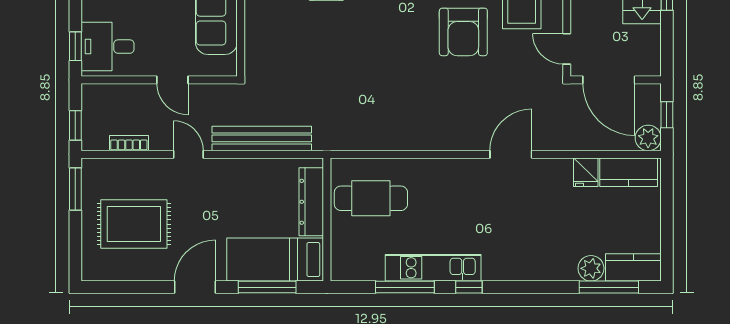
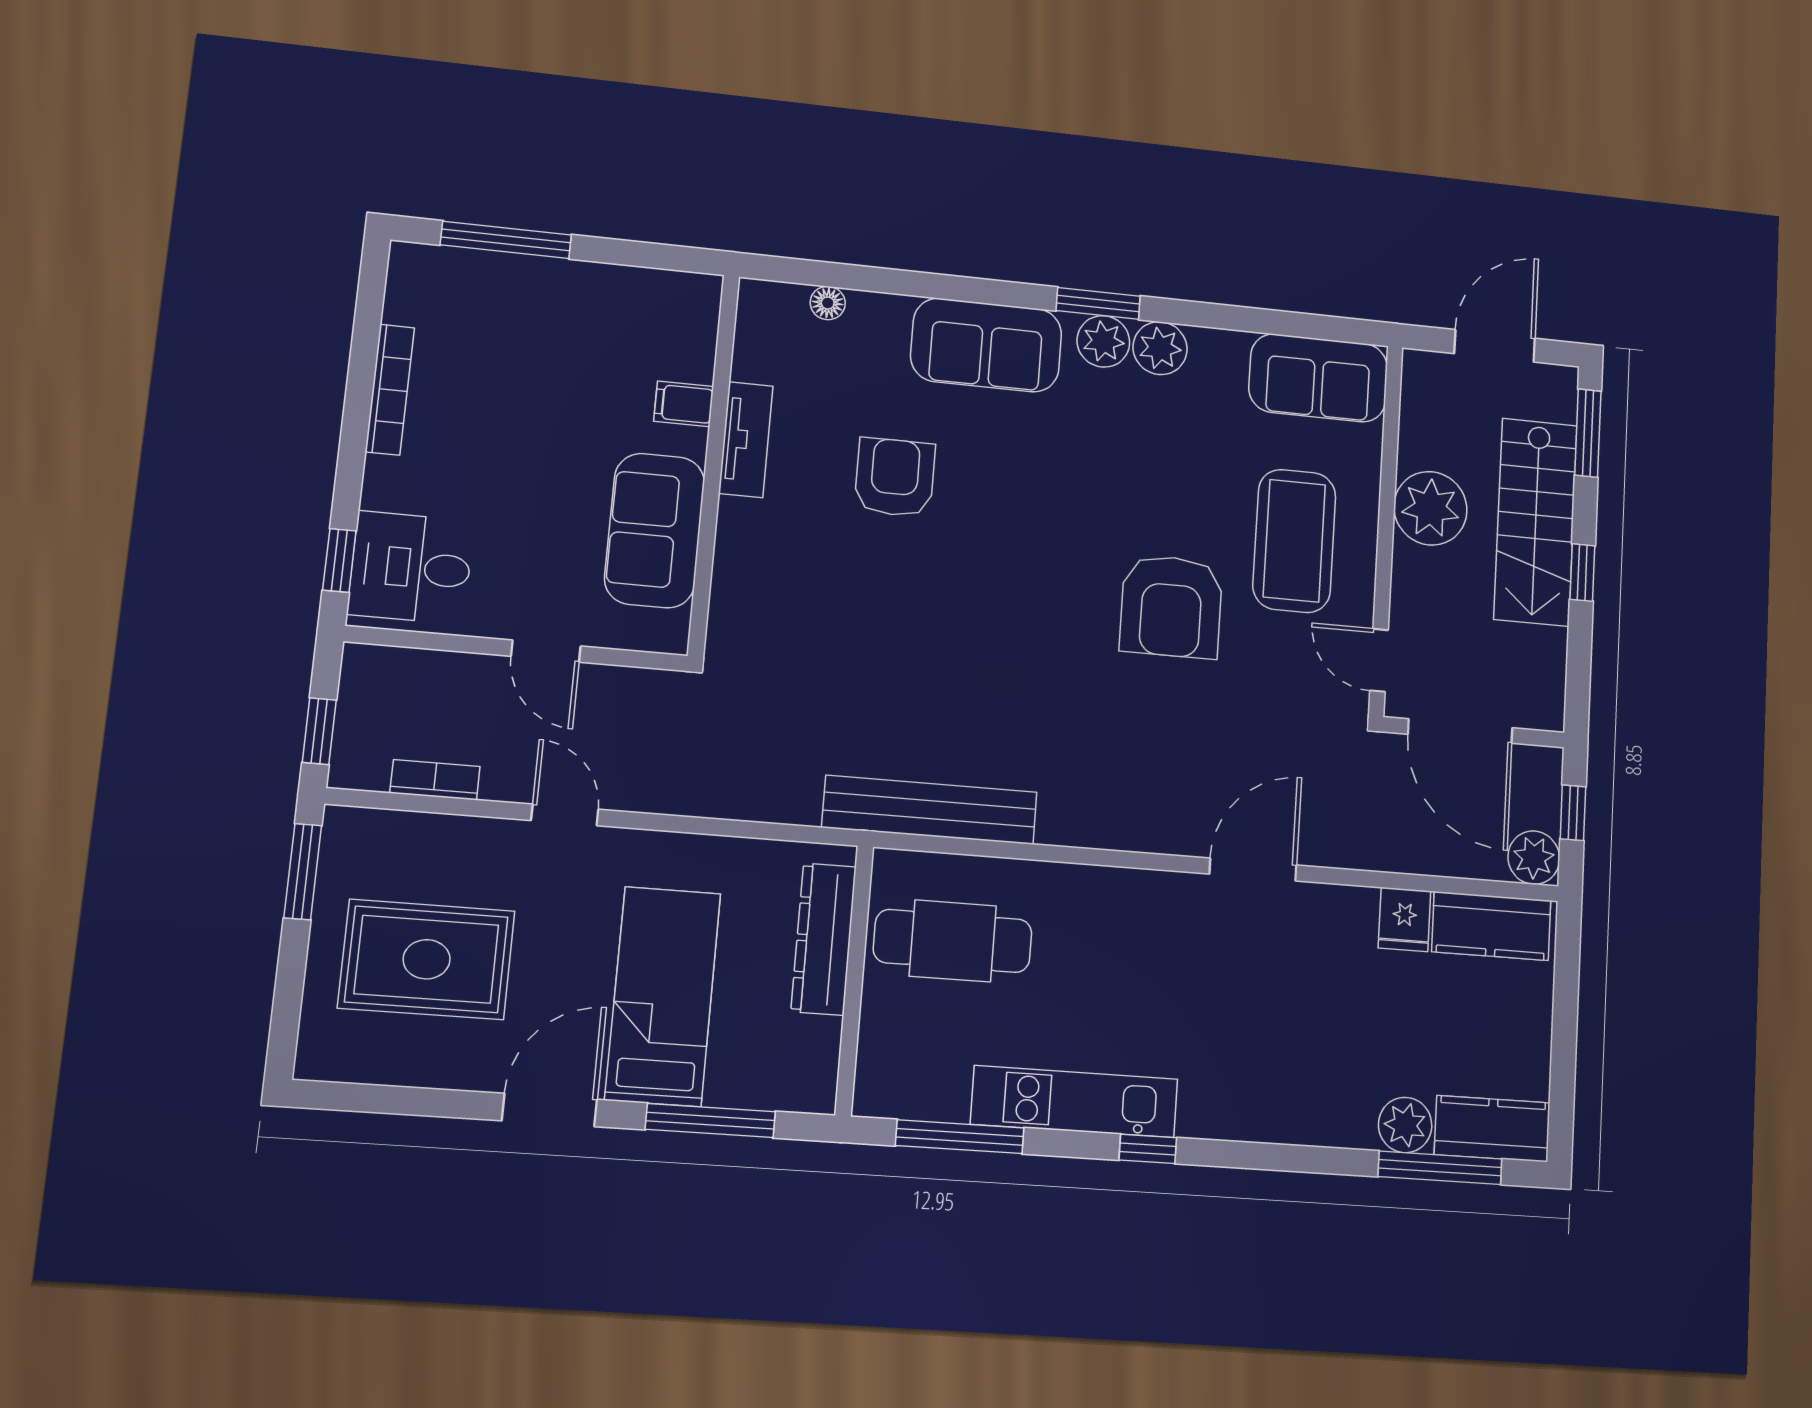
bench: (262, 138) -> (930, 810), moved
bed: (275, 259) -> (663, 996), moved, turned 90
window: (405, 287) -> (960, 1137), moved

